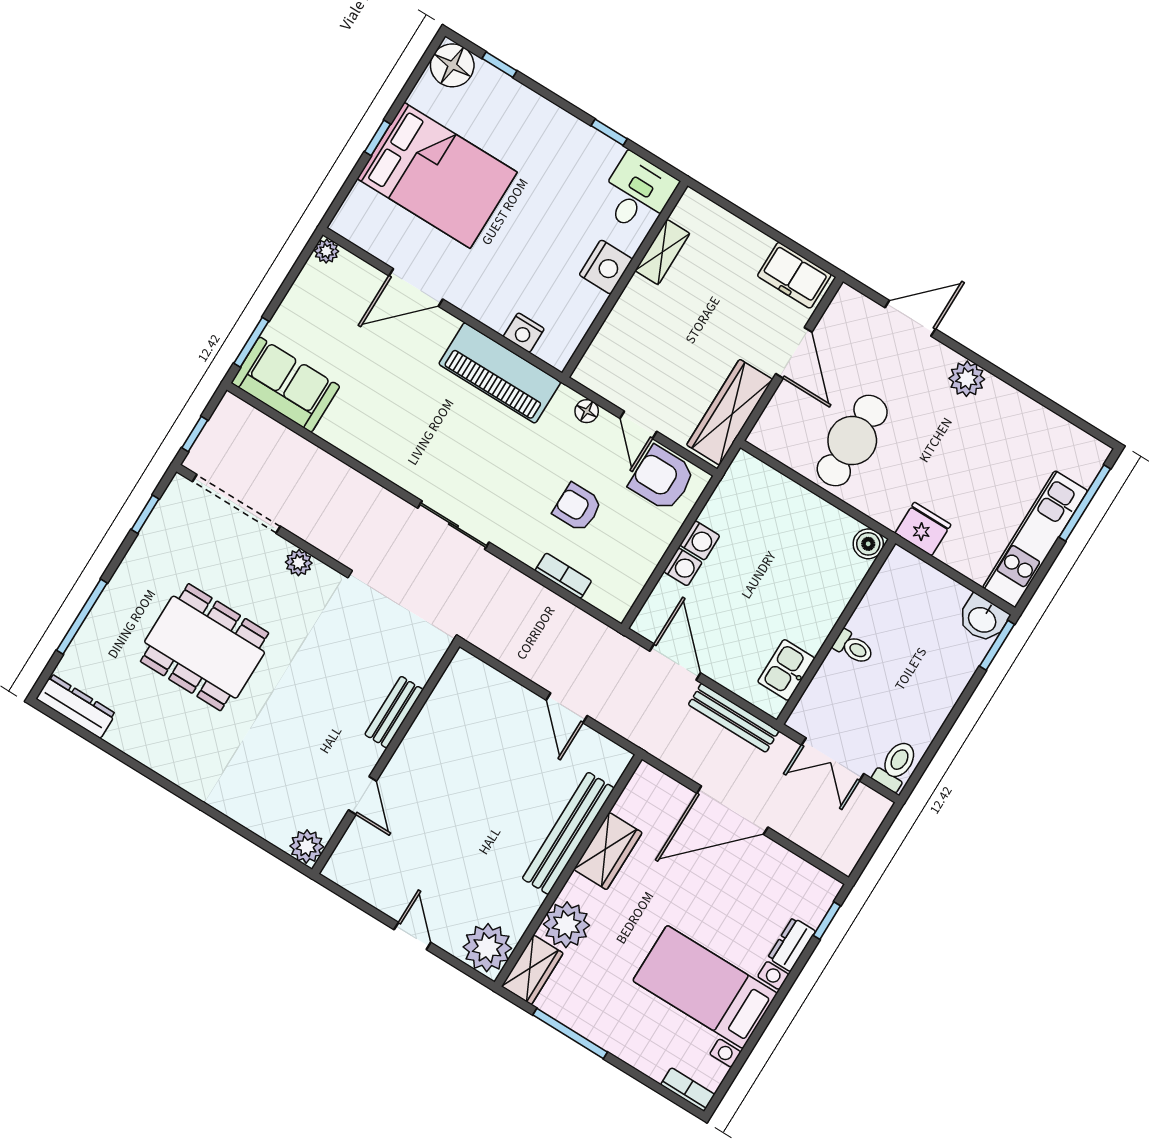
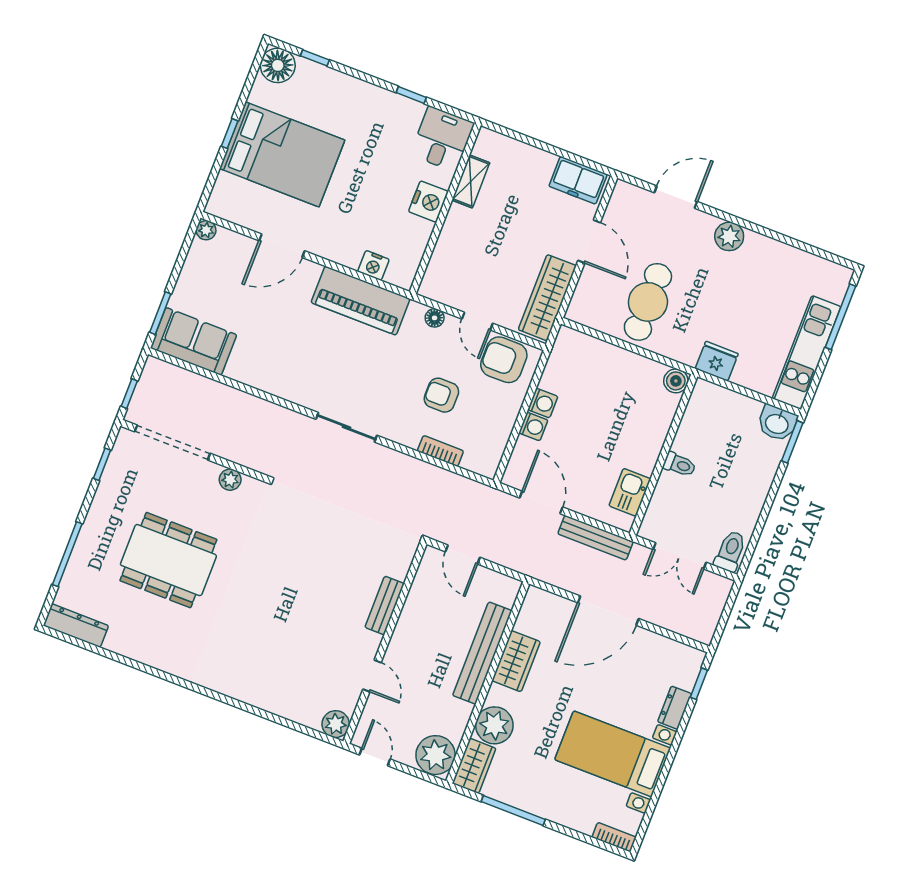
bench: (394, 712) -> (385, 605), moved
wall: (386, 758) -> (385, 643), moved
door: (362, 796) -> (372, 676), moved
plant: (307, 846) -> (336, 724), moved

